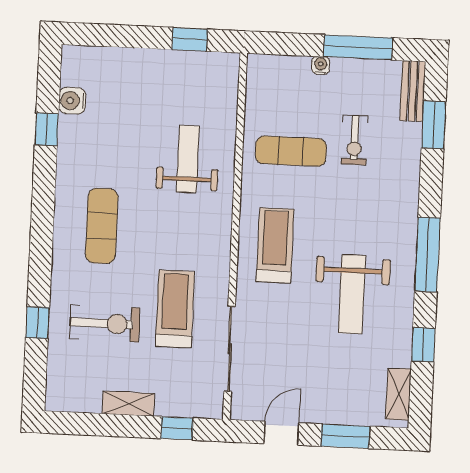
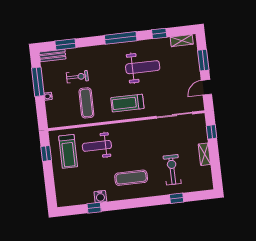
water cooler: (72, 101) -> (100, 197), moved
treadmill: (175, 309) -> (68, 151), moved, turned -90
door: (282, 433) -> (206, 87), hinge flipped

